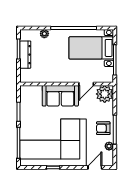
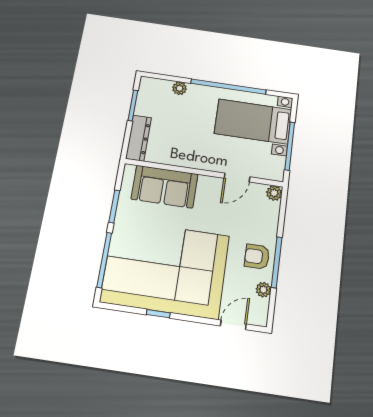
dresser: (25, 55) -> (139, 138), moved
plant: (105, 94) -> (274, 193), width x0.53, depth x0.53
sofa: (60, 96) -> (165, 187), moved

